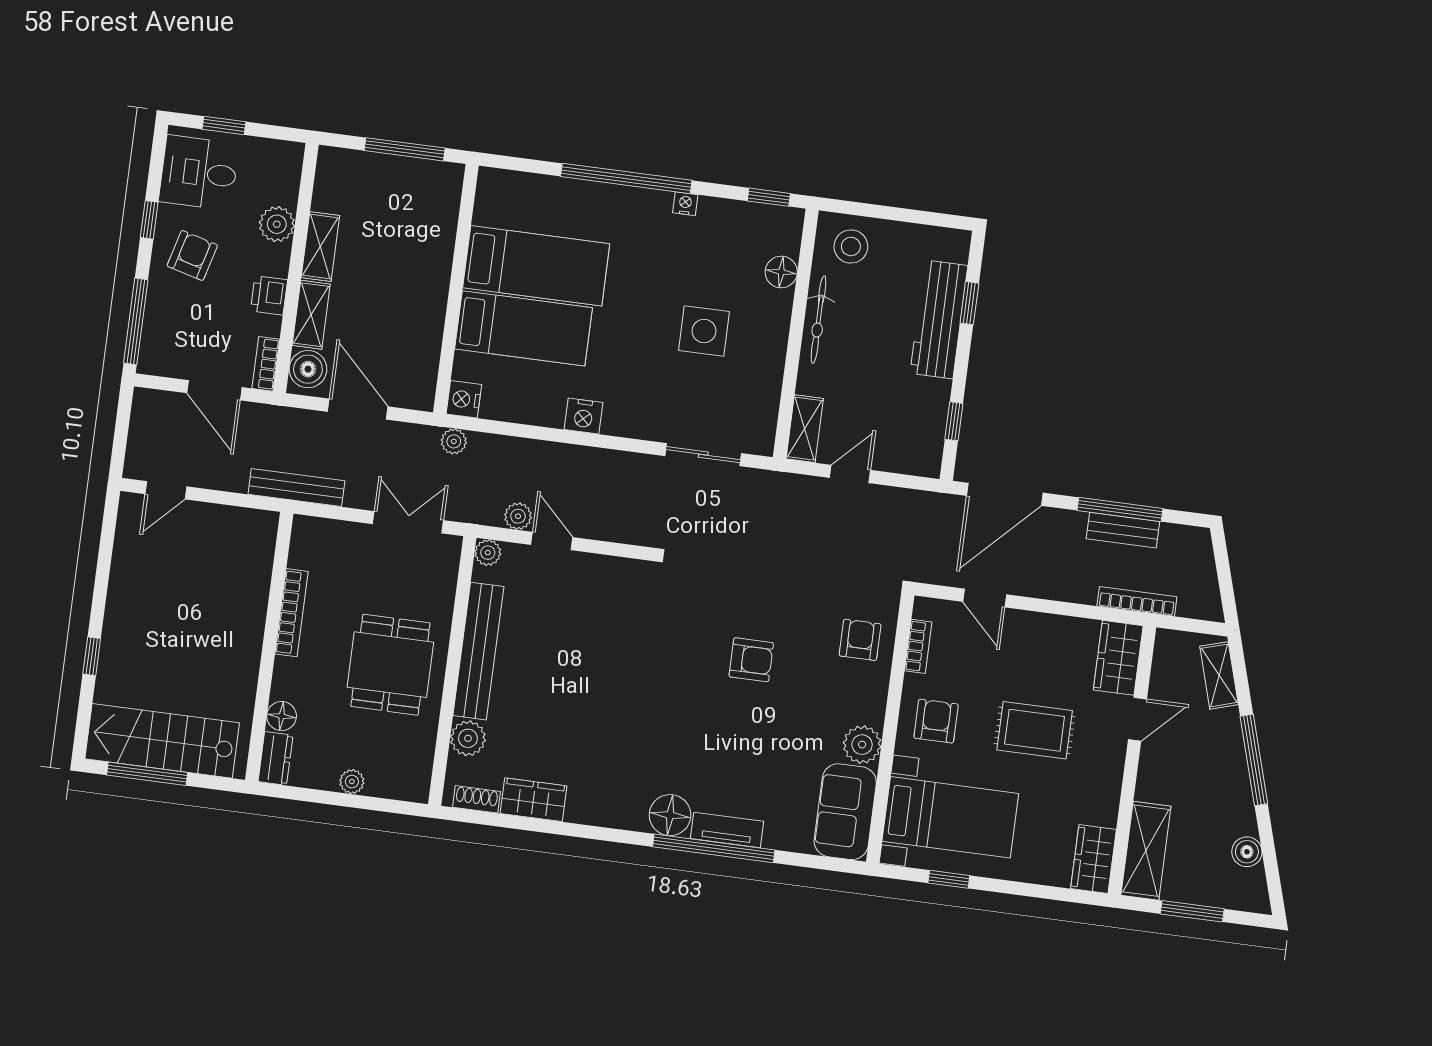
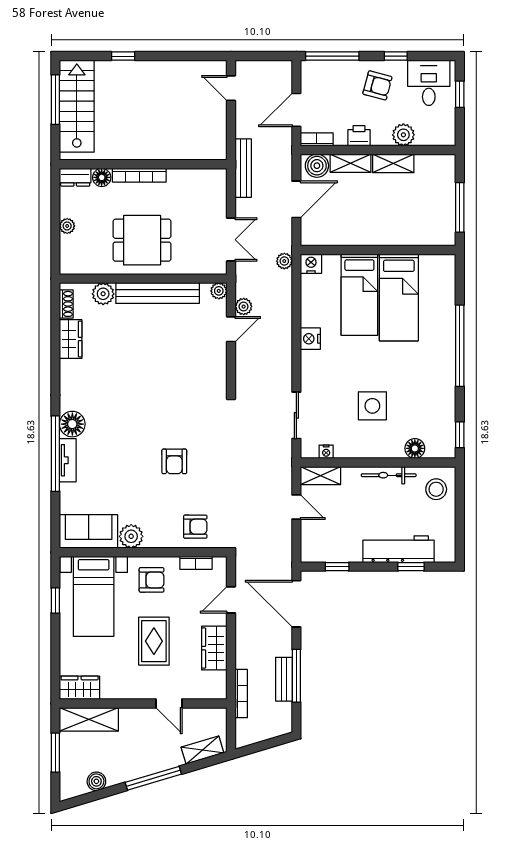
nightstand: (685, 204) -> (326, 452), moved, turned 90
bookcase: (291, 613) -> (139, 175), moved
wardrobe: (1118, 658) -> (214, 648), moved, turned -90

